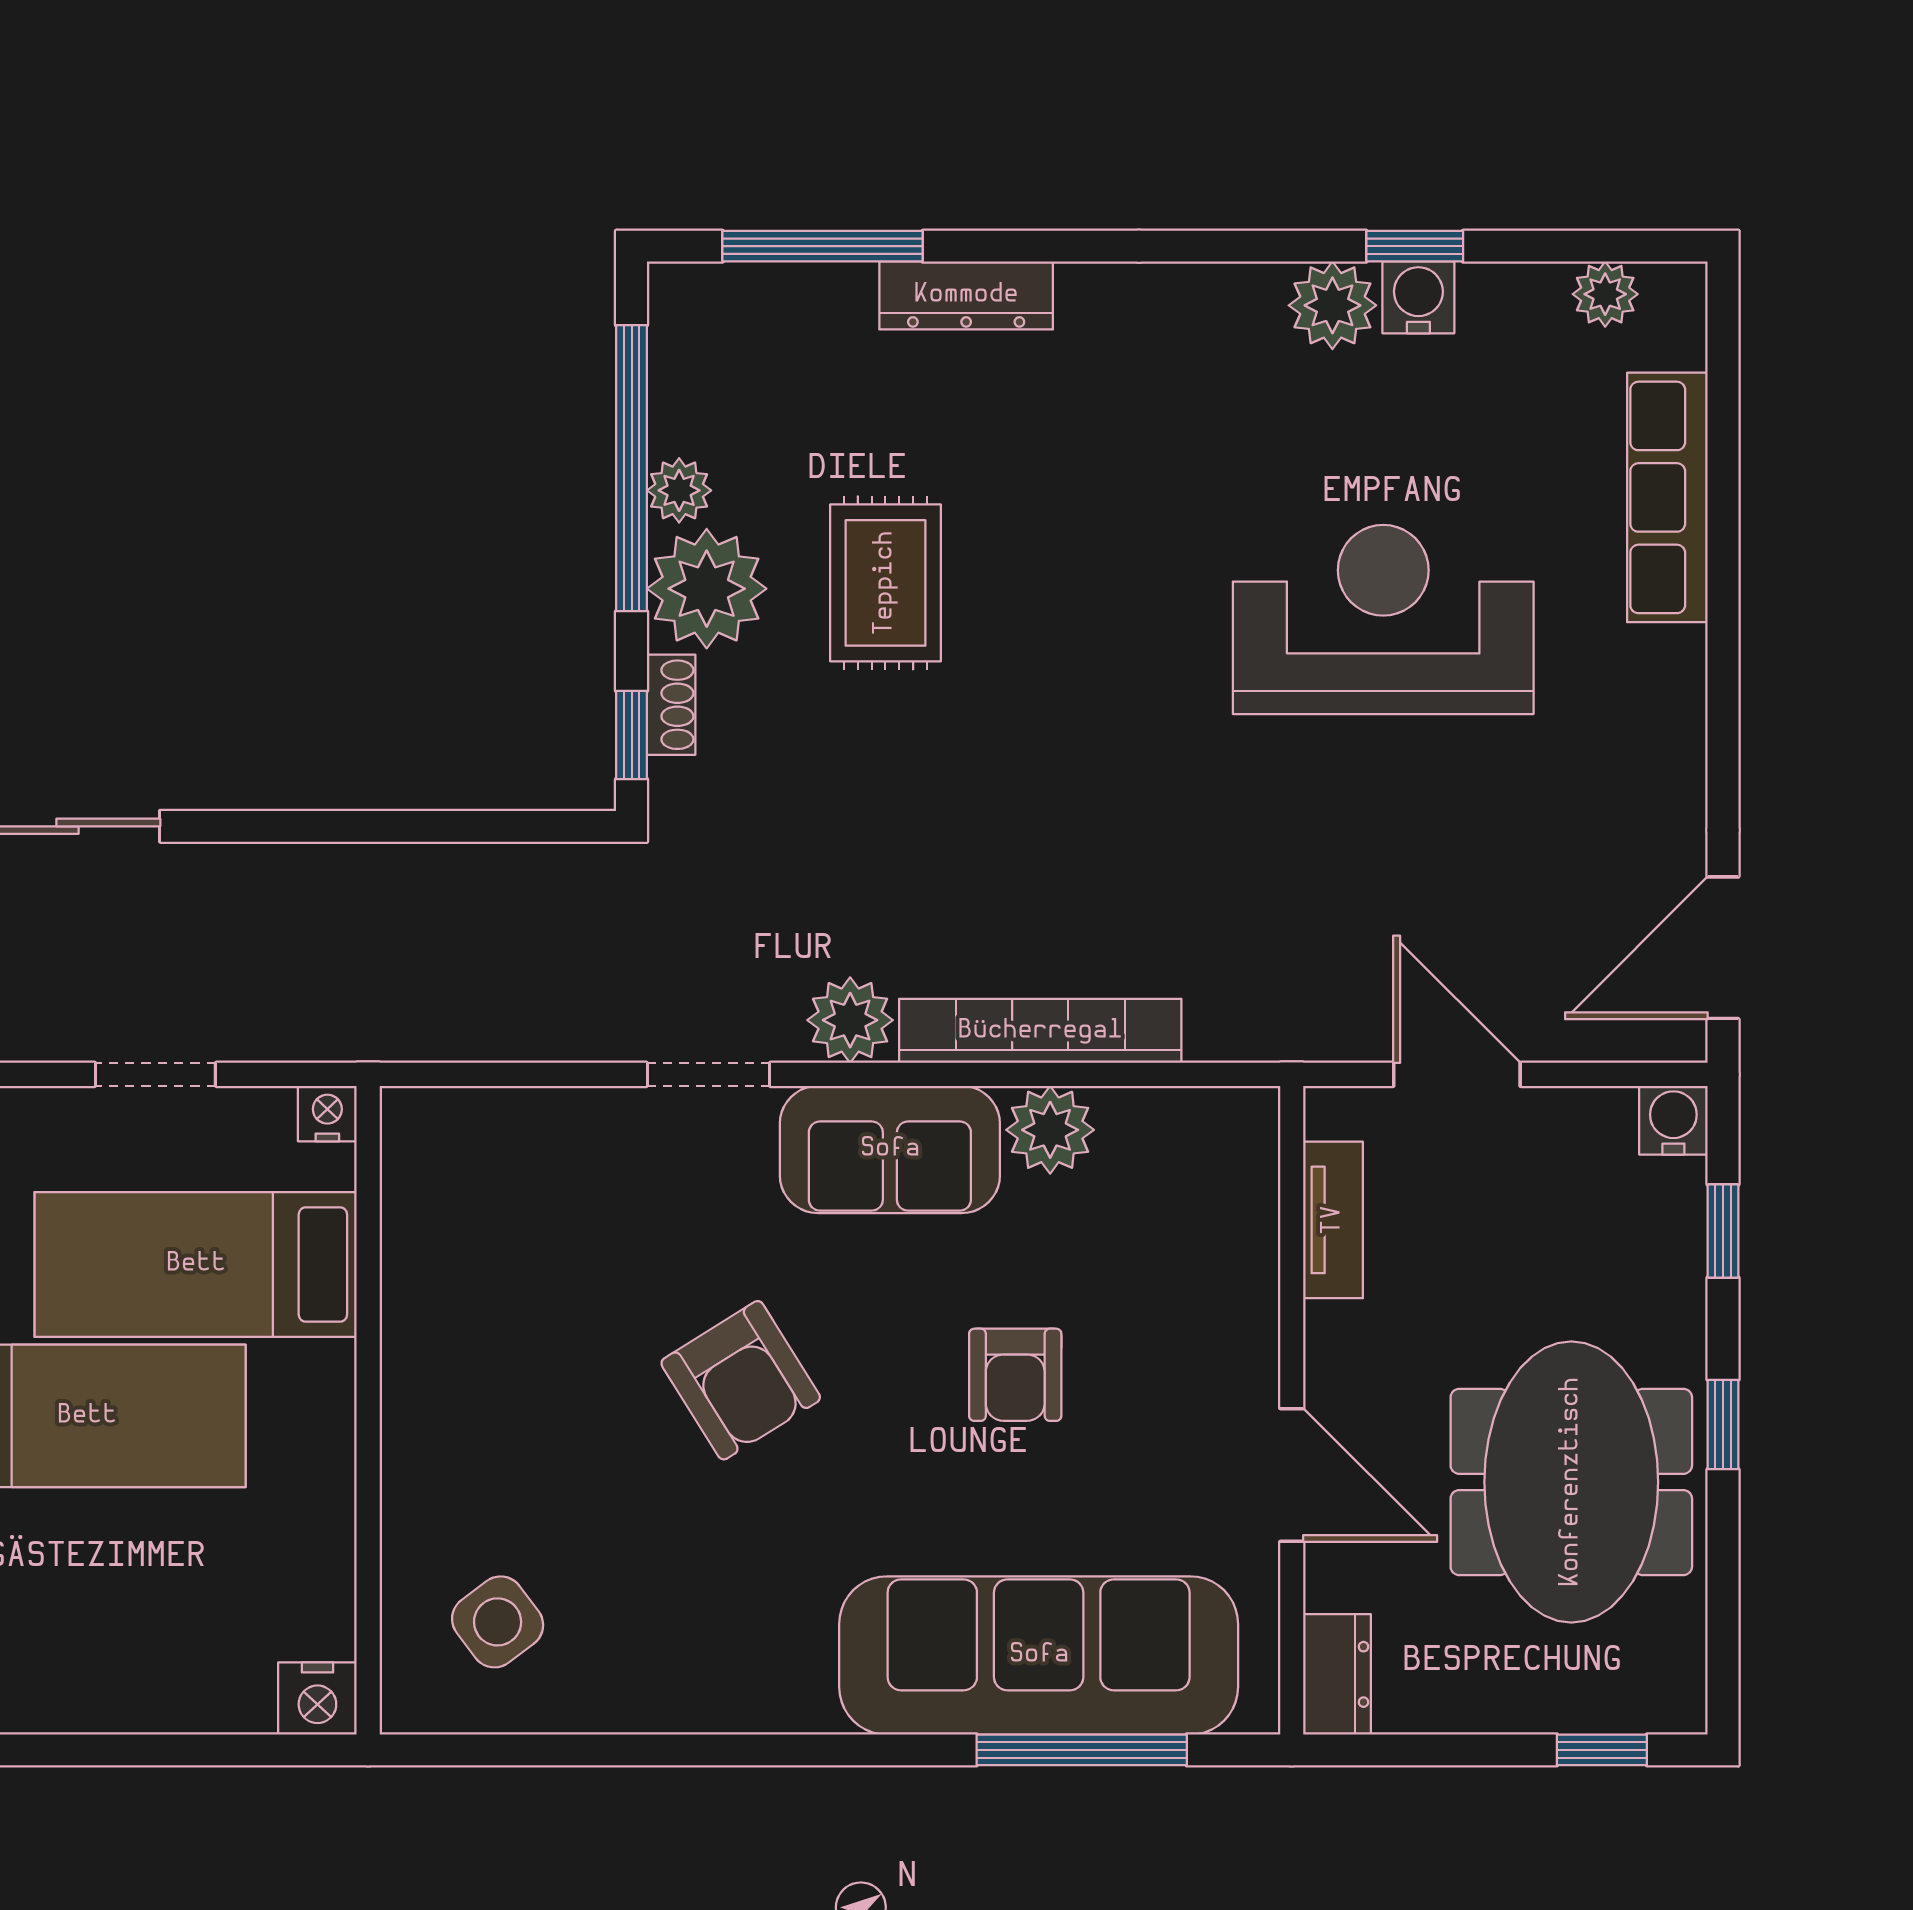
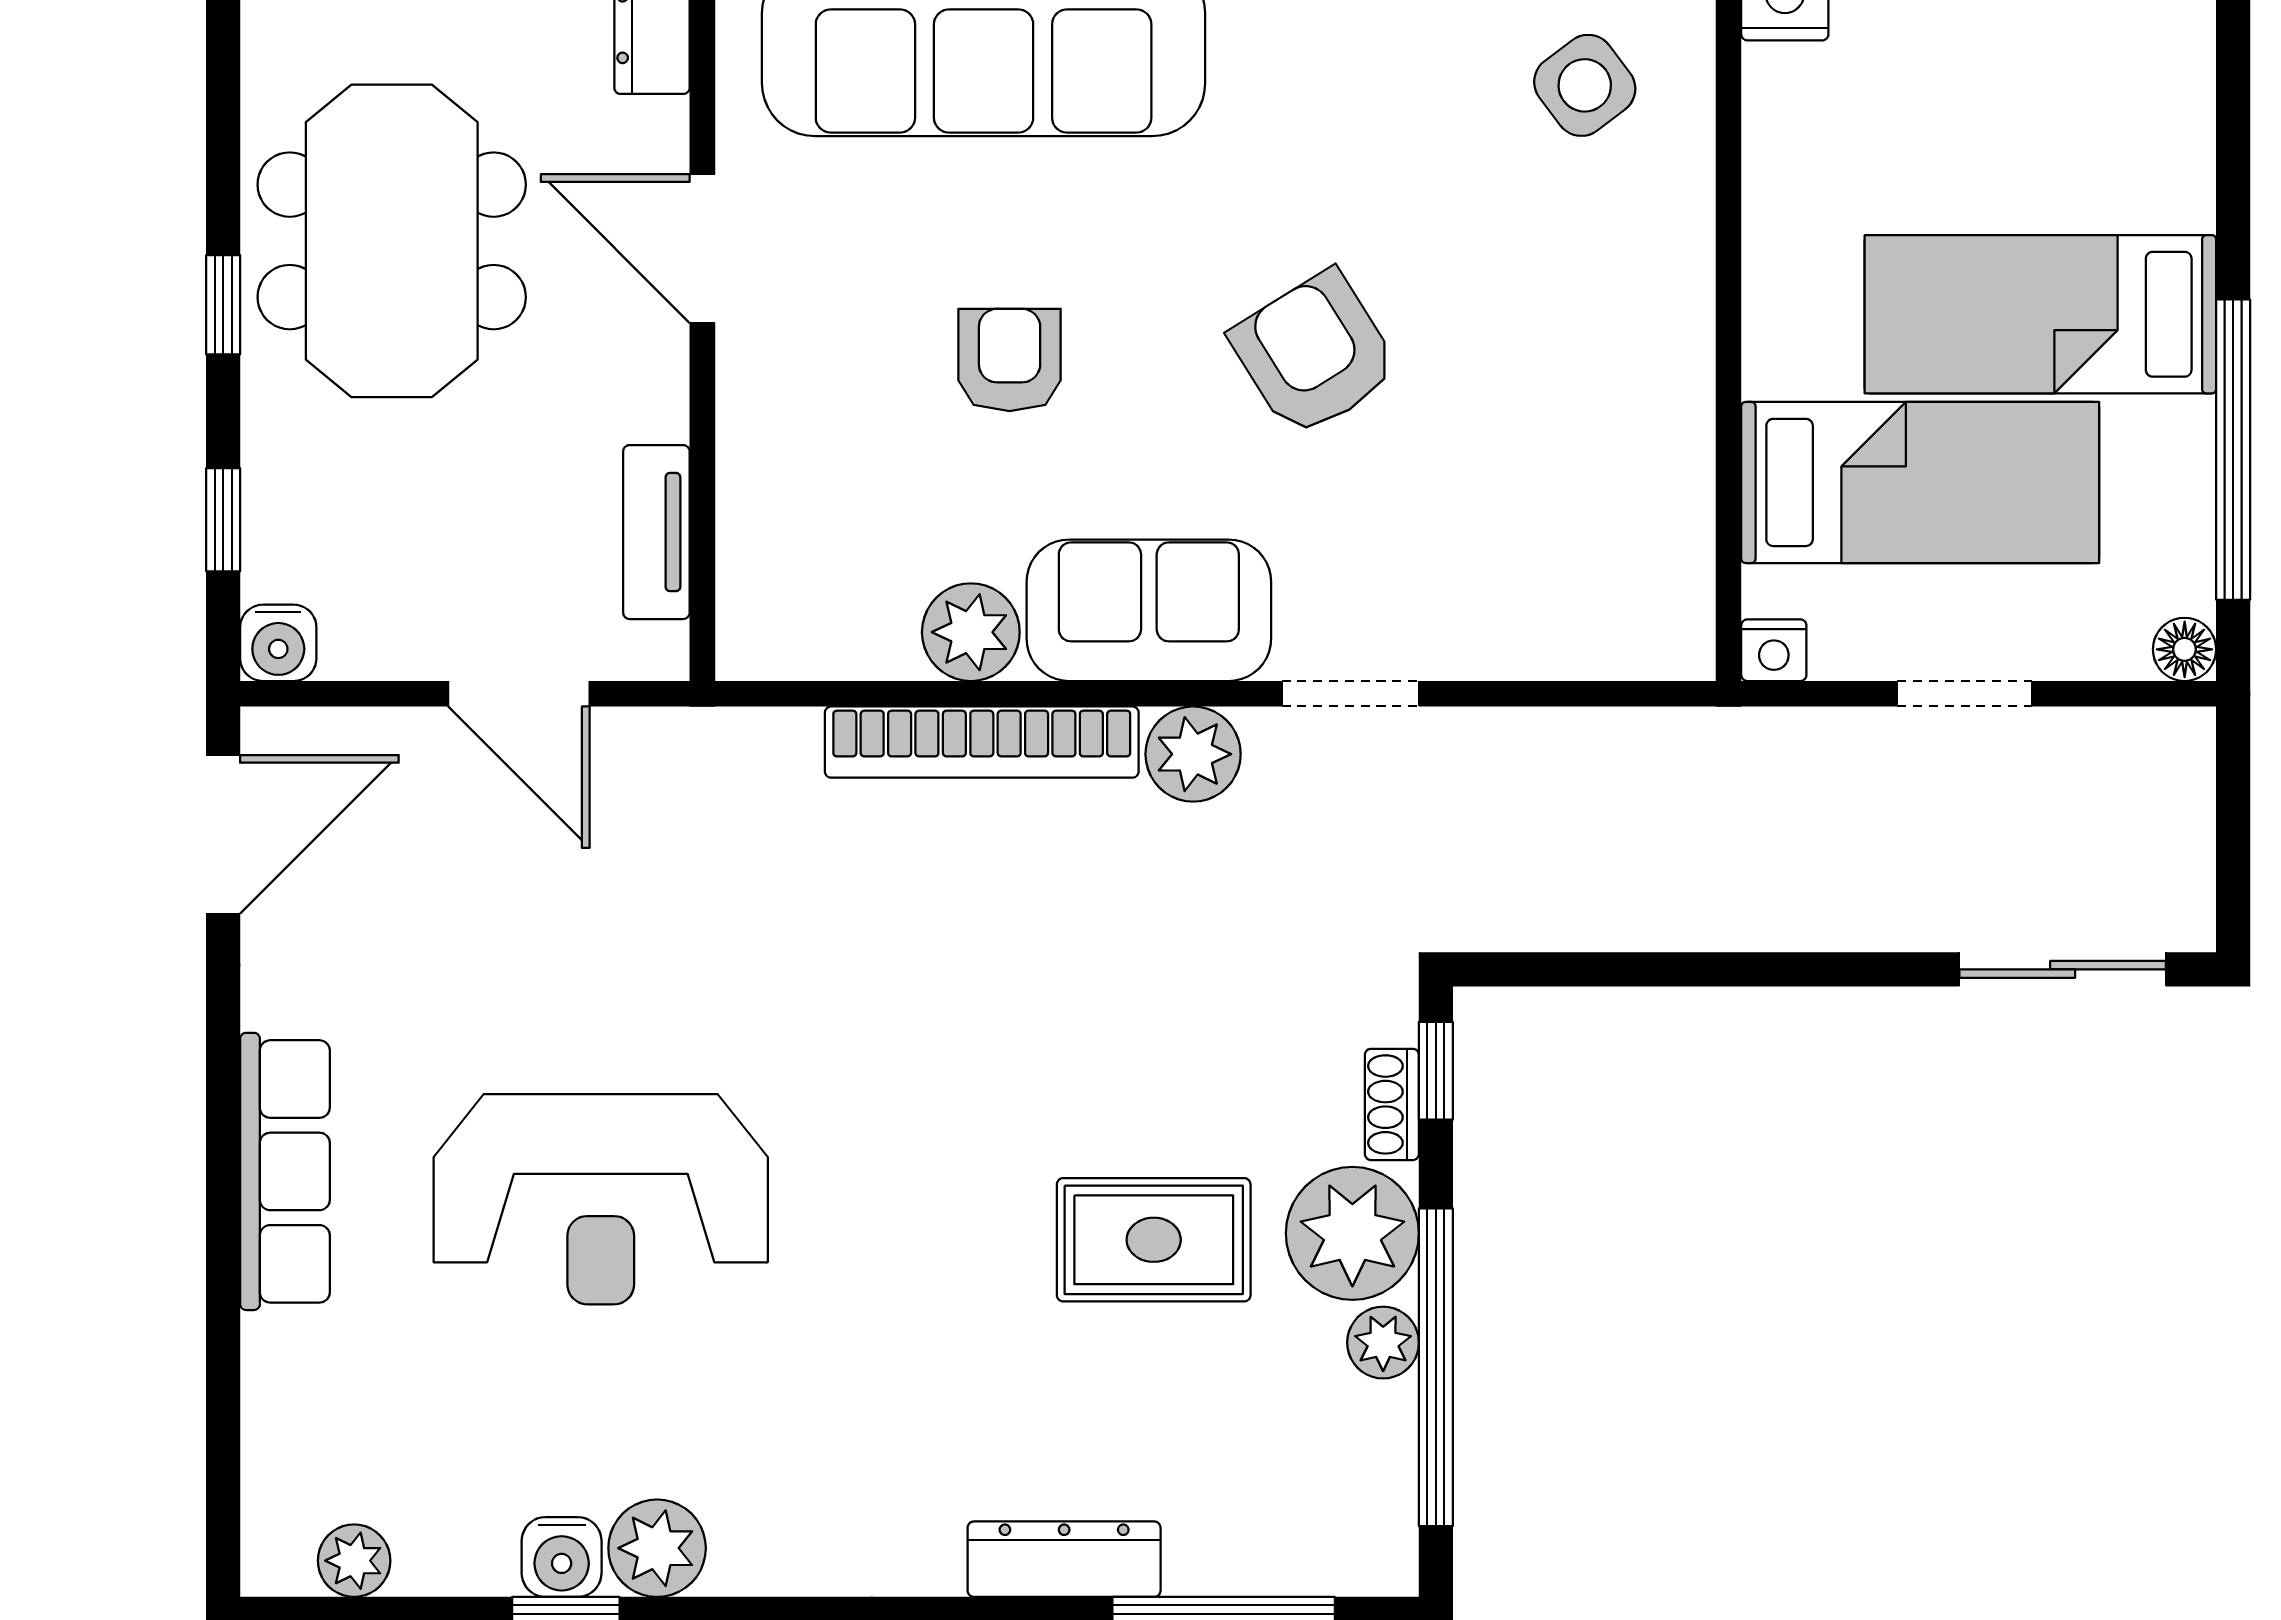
row of seats: (1667, 497) -> (285, 1171), moved
rug: (885, 583) -> (1154, 1240), turned 90

